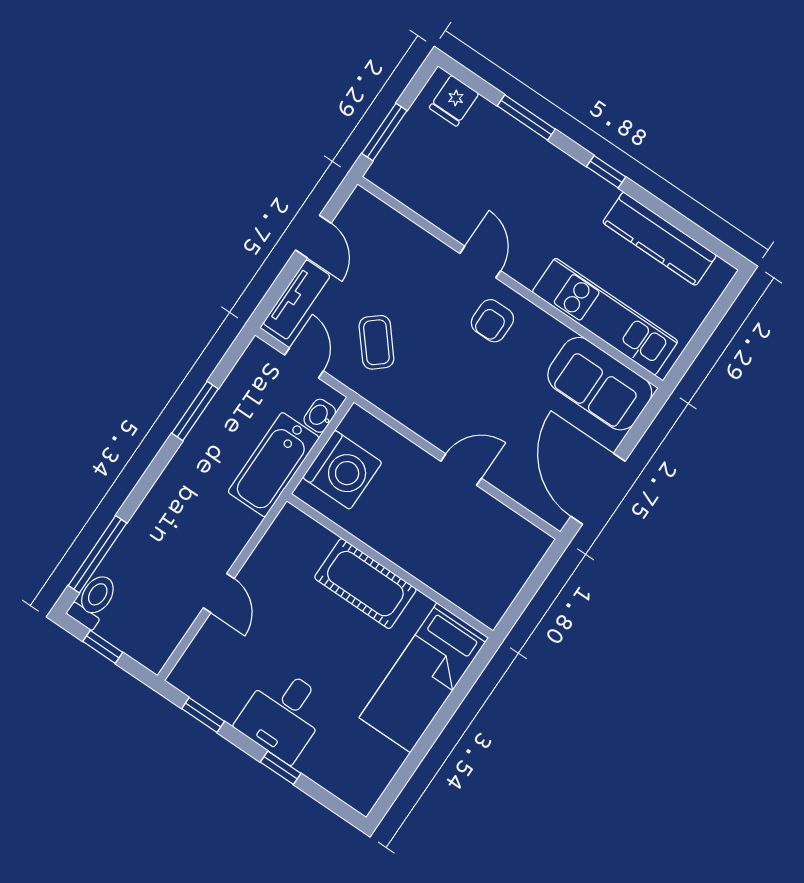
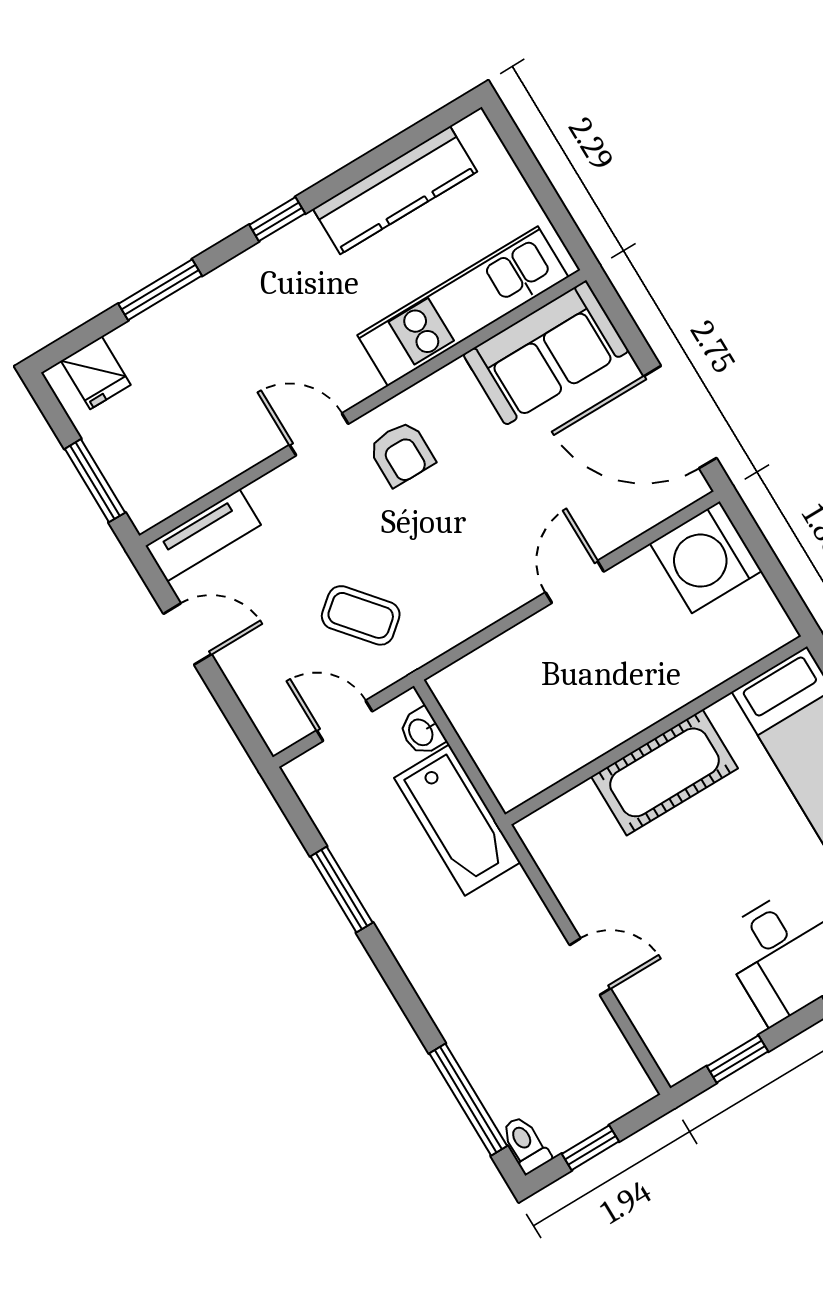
tv unit: (297, 300) -> (203, 535), moved, turned 90
washing machine: (342, 470) -> (706, 557), moved, turned 180
toilet: (94, 600) -> (526, 1144), width x0.73, depth x0.72

